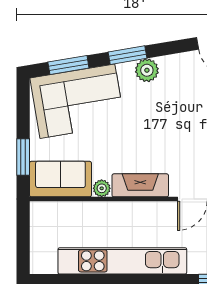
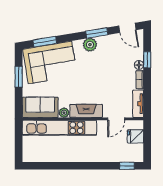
window: (128, 55) -> (97, 33), moved
window: (23, 157) -> (19, 77), moved
kitchen unit: (122, 261) -> (59, 128), moved, turned 180

